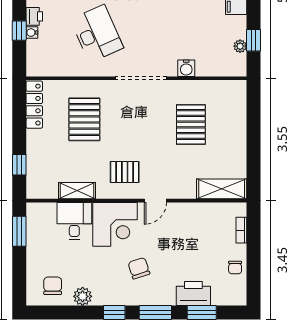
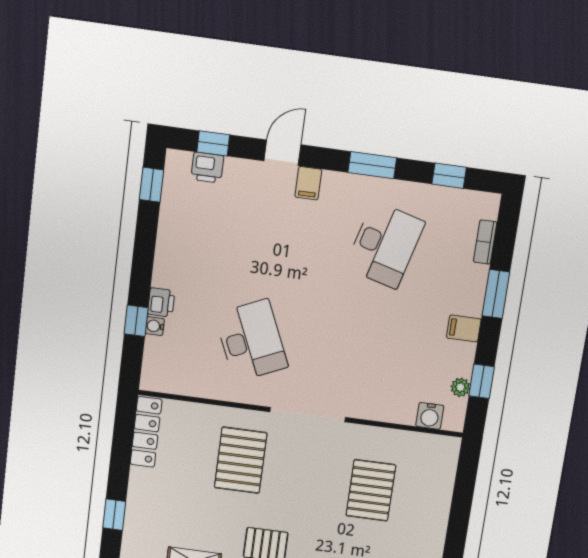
water cooler: (186, 68) -> (430, 416), moved
pallet: (84, 119) -> (241, 460), moved

